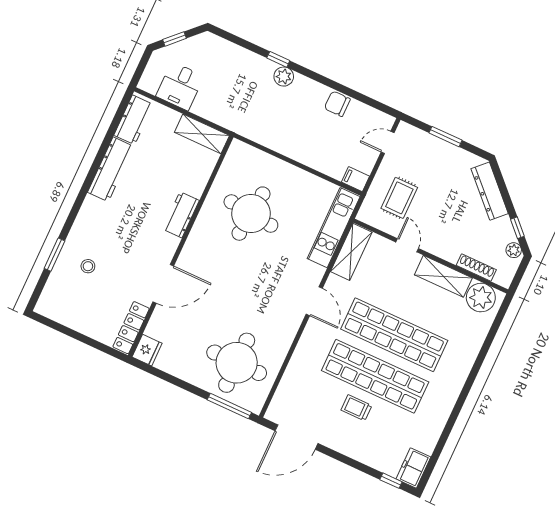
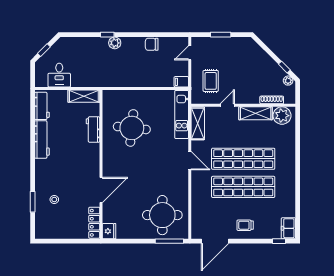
dresser: (490, 191) -> (259, 54), removed
workbench: (181, 215) -> (93, 130), moved
door: (407, 245) -> (227, 105), hinge flipped
trolley: (356, 408) -> (245, 225), moved

